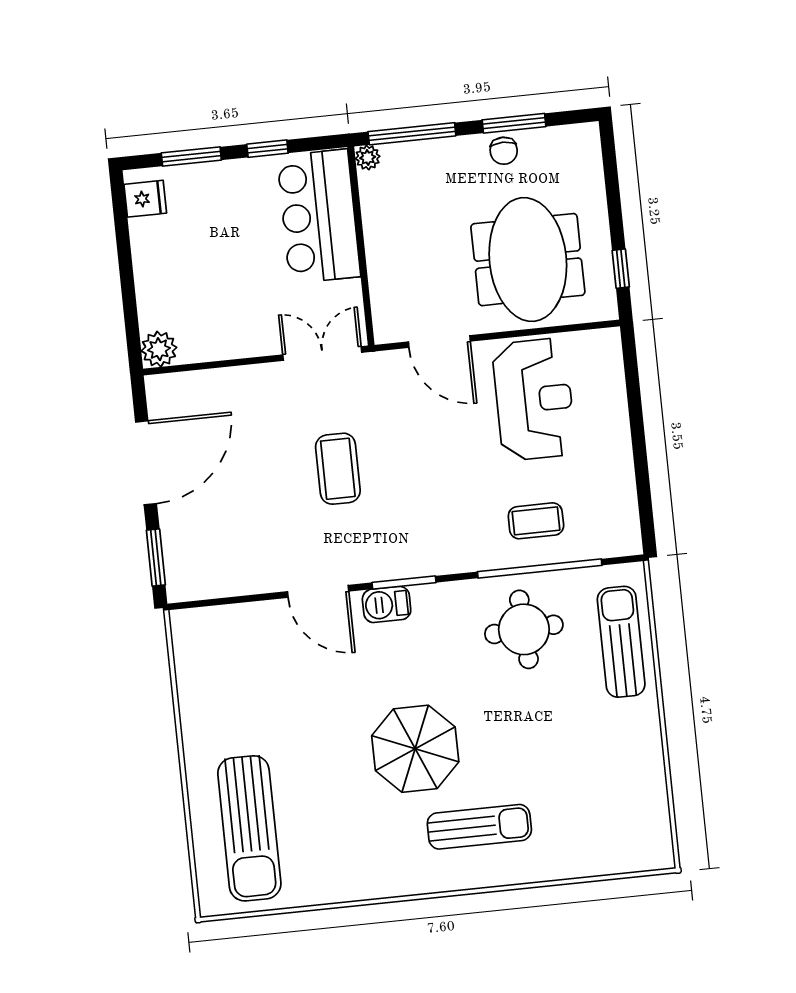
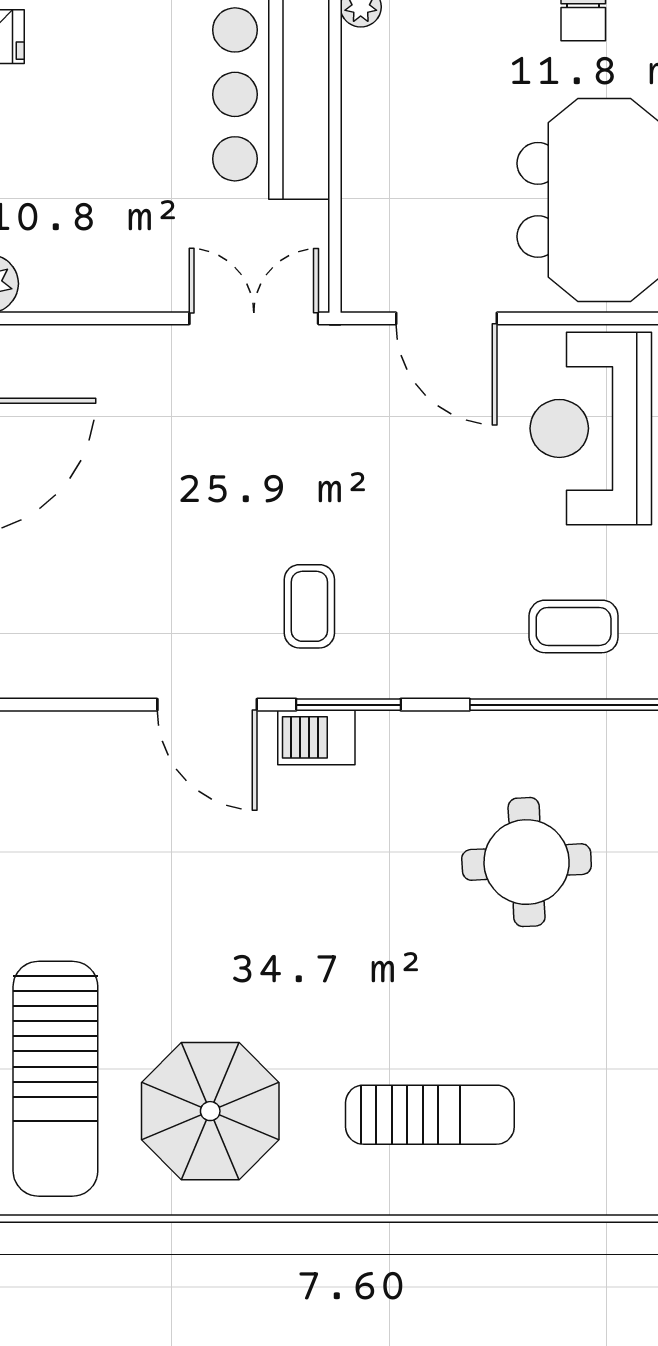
reception desk: (534, 399) -> (591, 428), turned 180
coffee table: (338, 469) -> (309, 606), moved, width x0.73, depth x0.77
round table: (524, 629) -> (527, 862), moved
parasol: (415, 749) -> (210, 1111), moved

